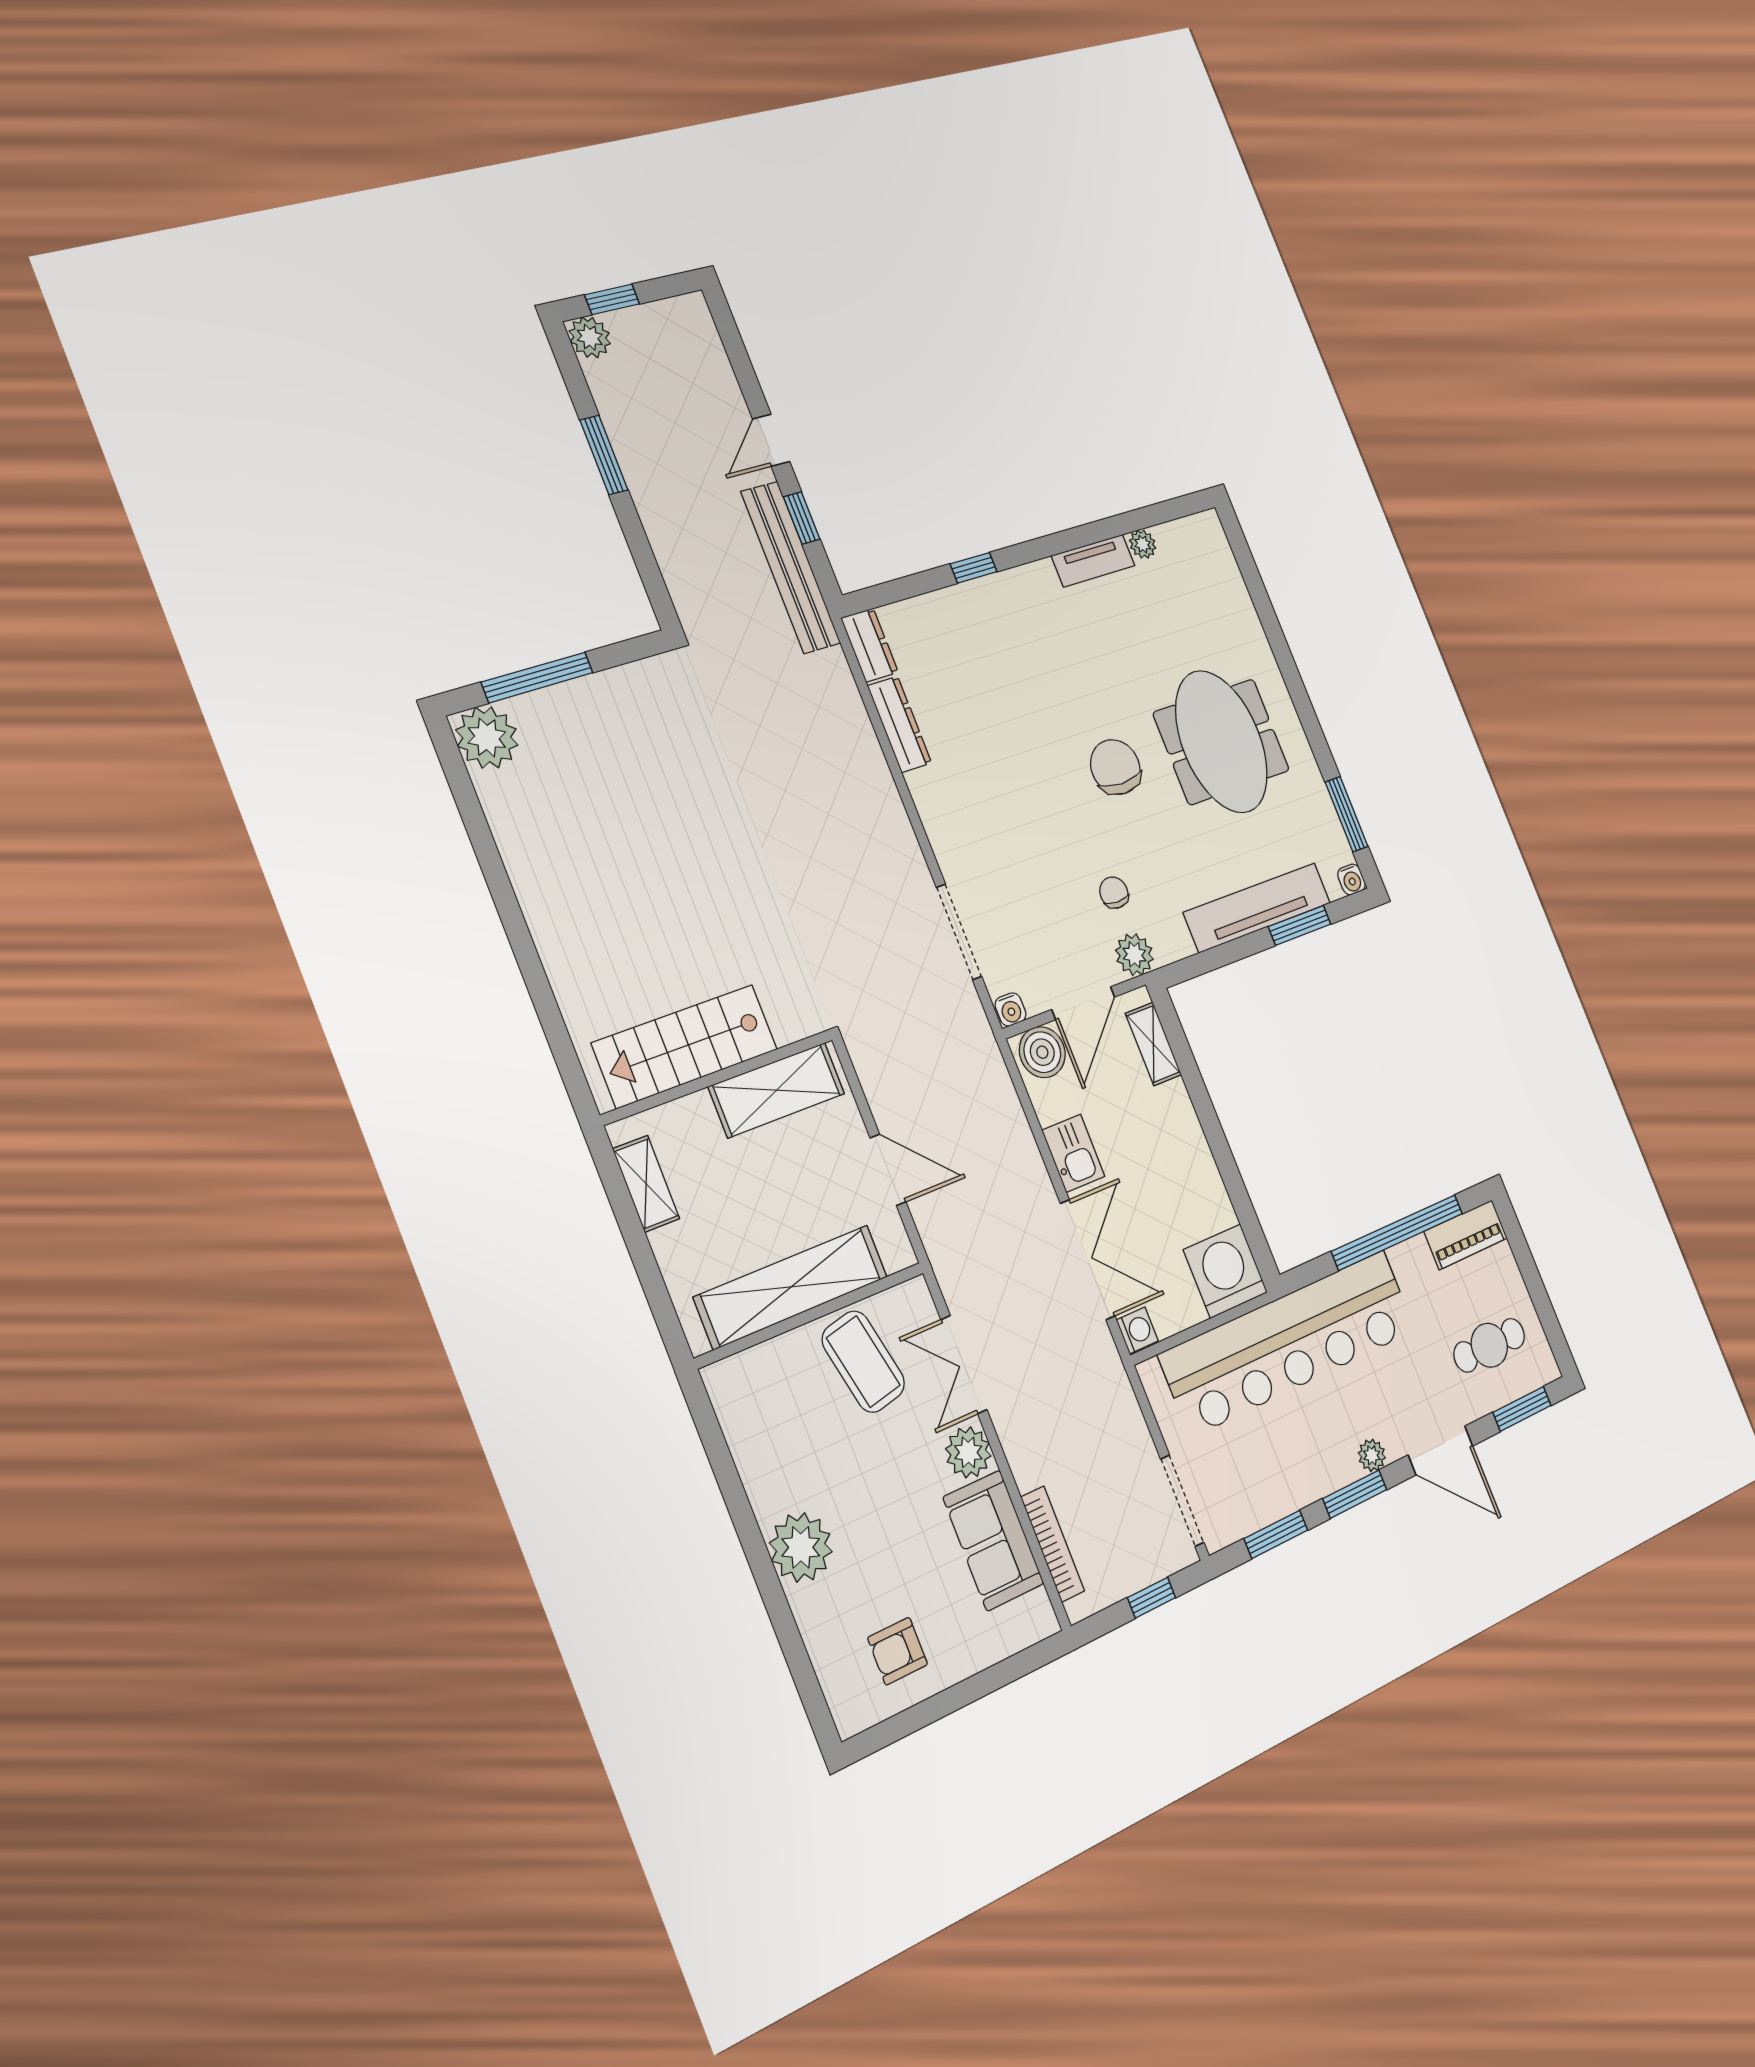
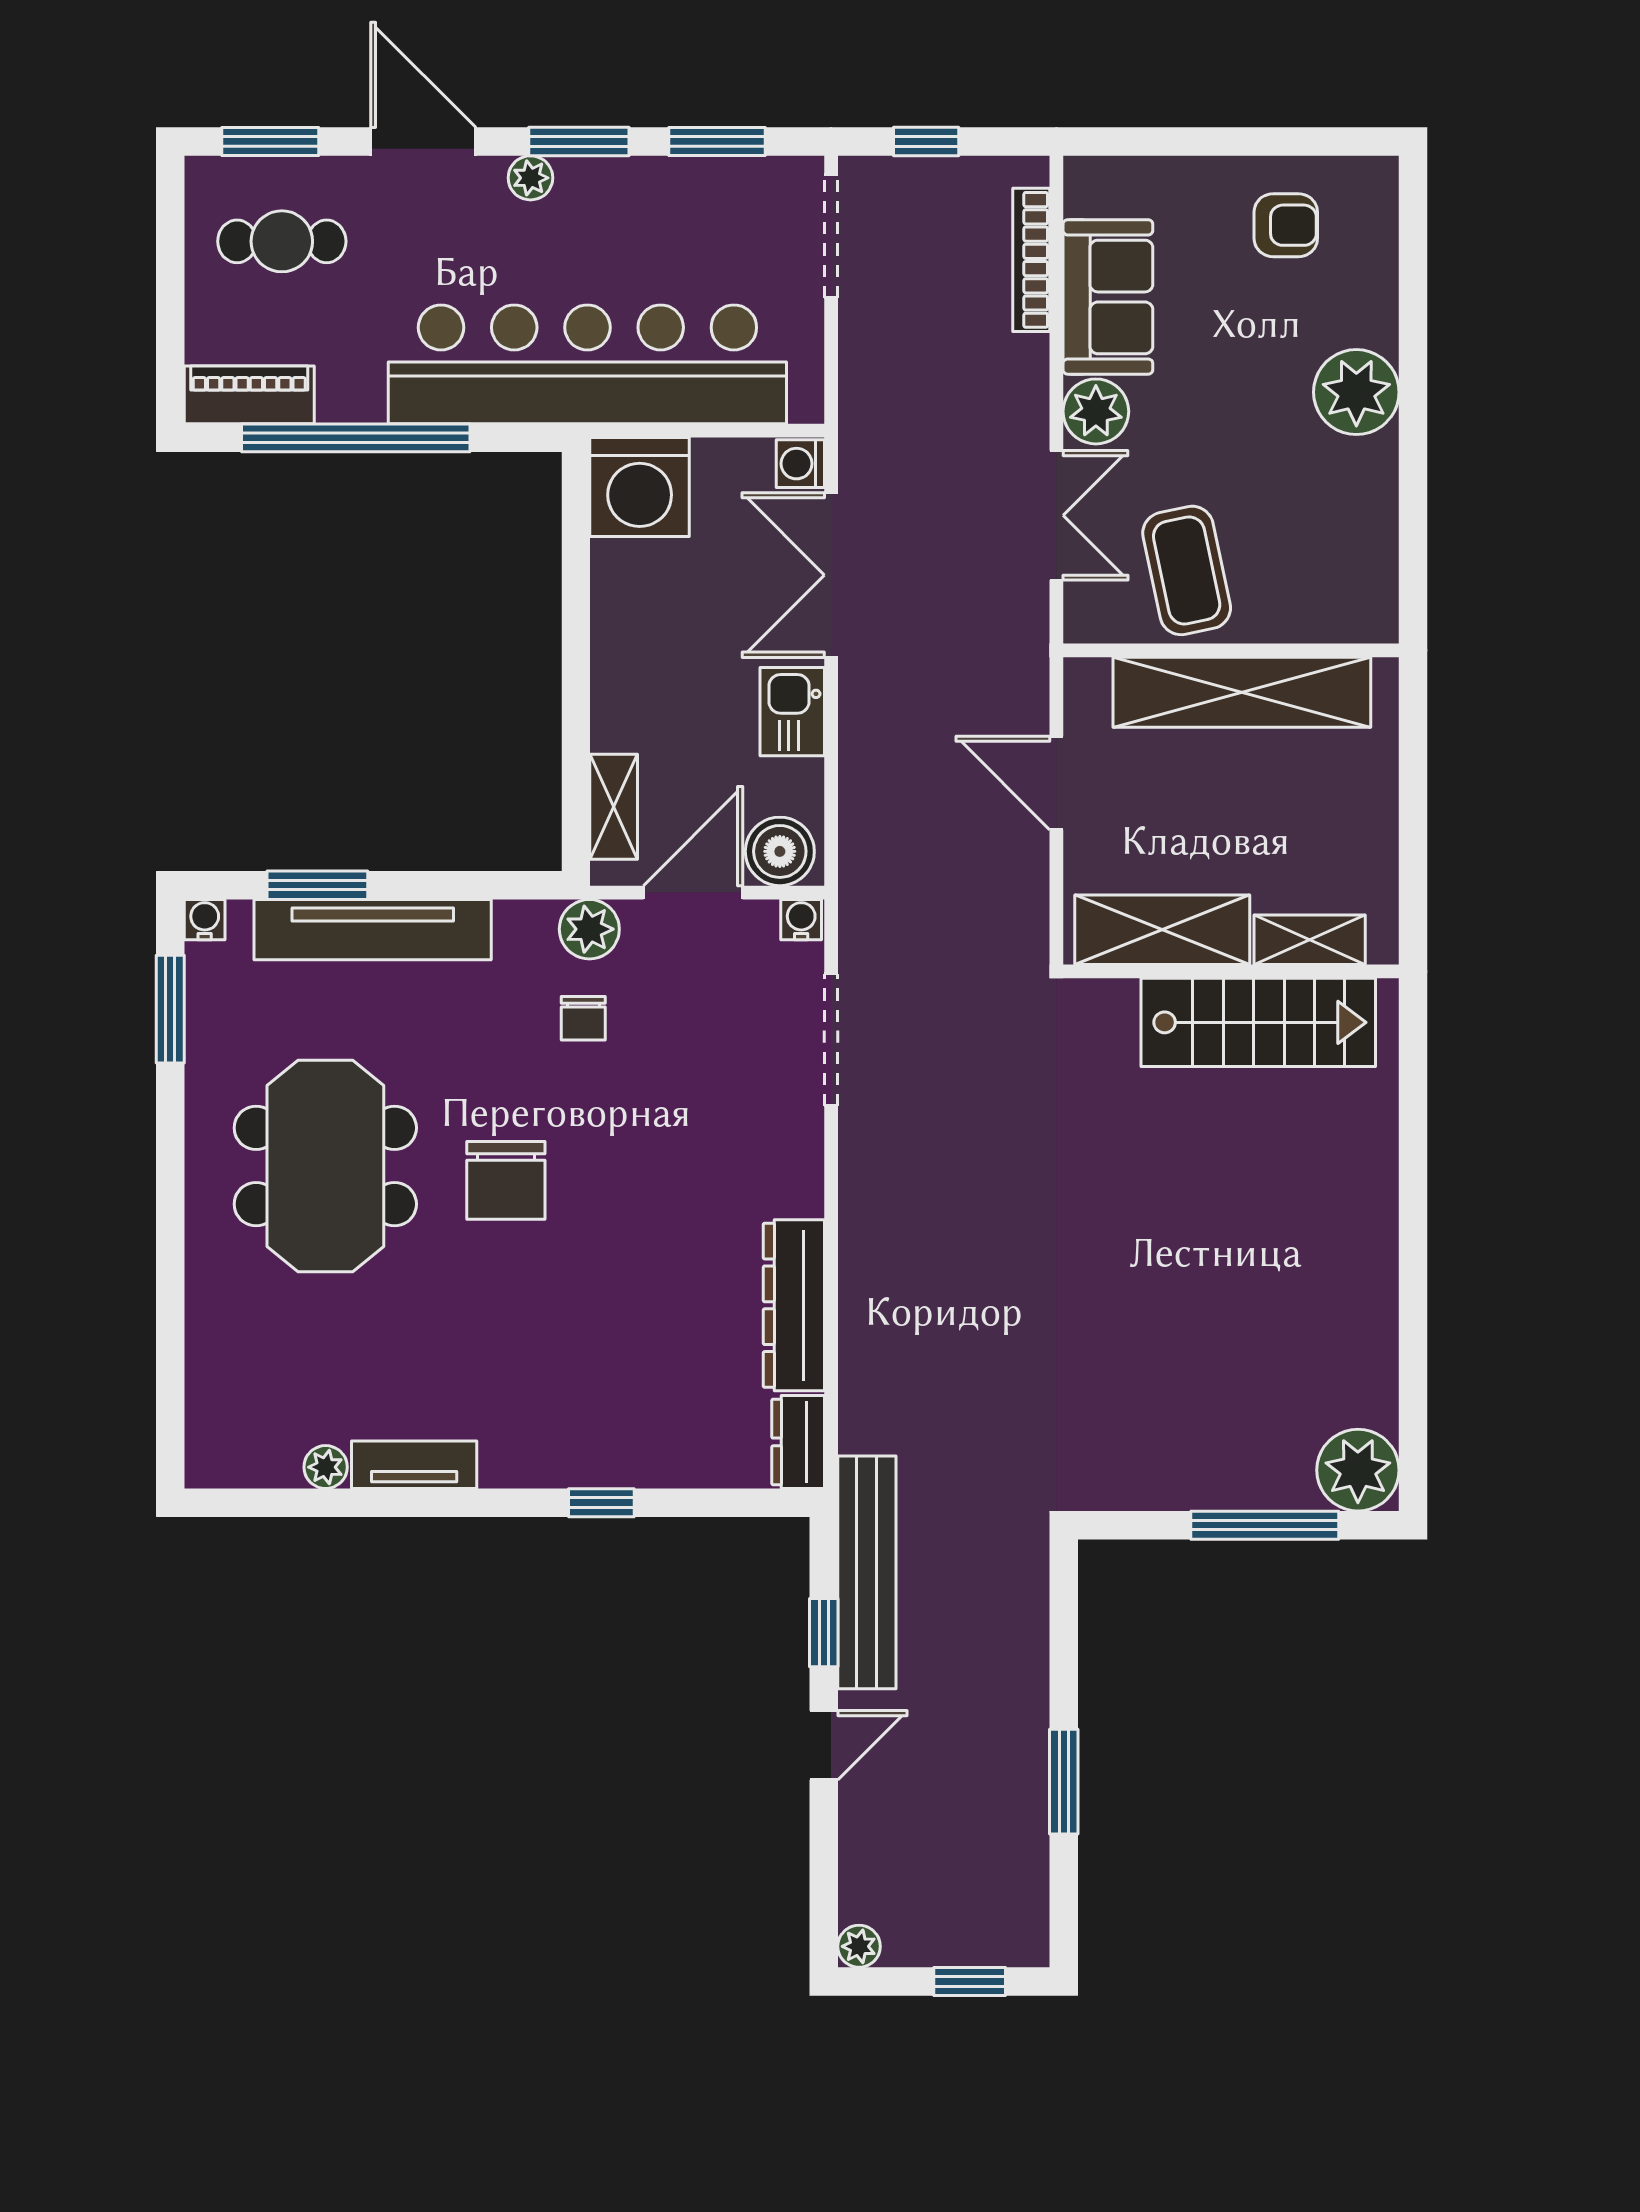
plant: (590, 337) -> (859, 1946), moved, width x0.73, depth x0.73
dresser: (899, 724) -> (794, 1305), width x1.37, depth x1.24
shelving: (646, 1184) -> (1310, 940), moved, turned 90

